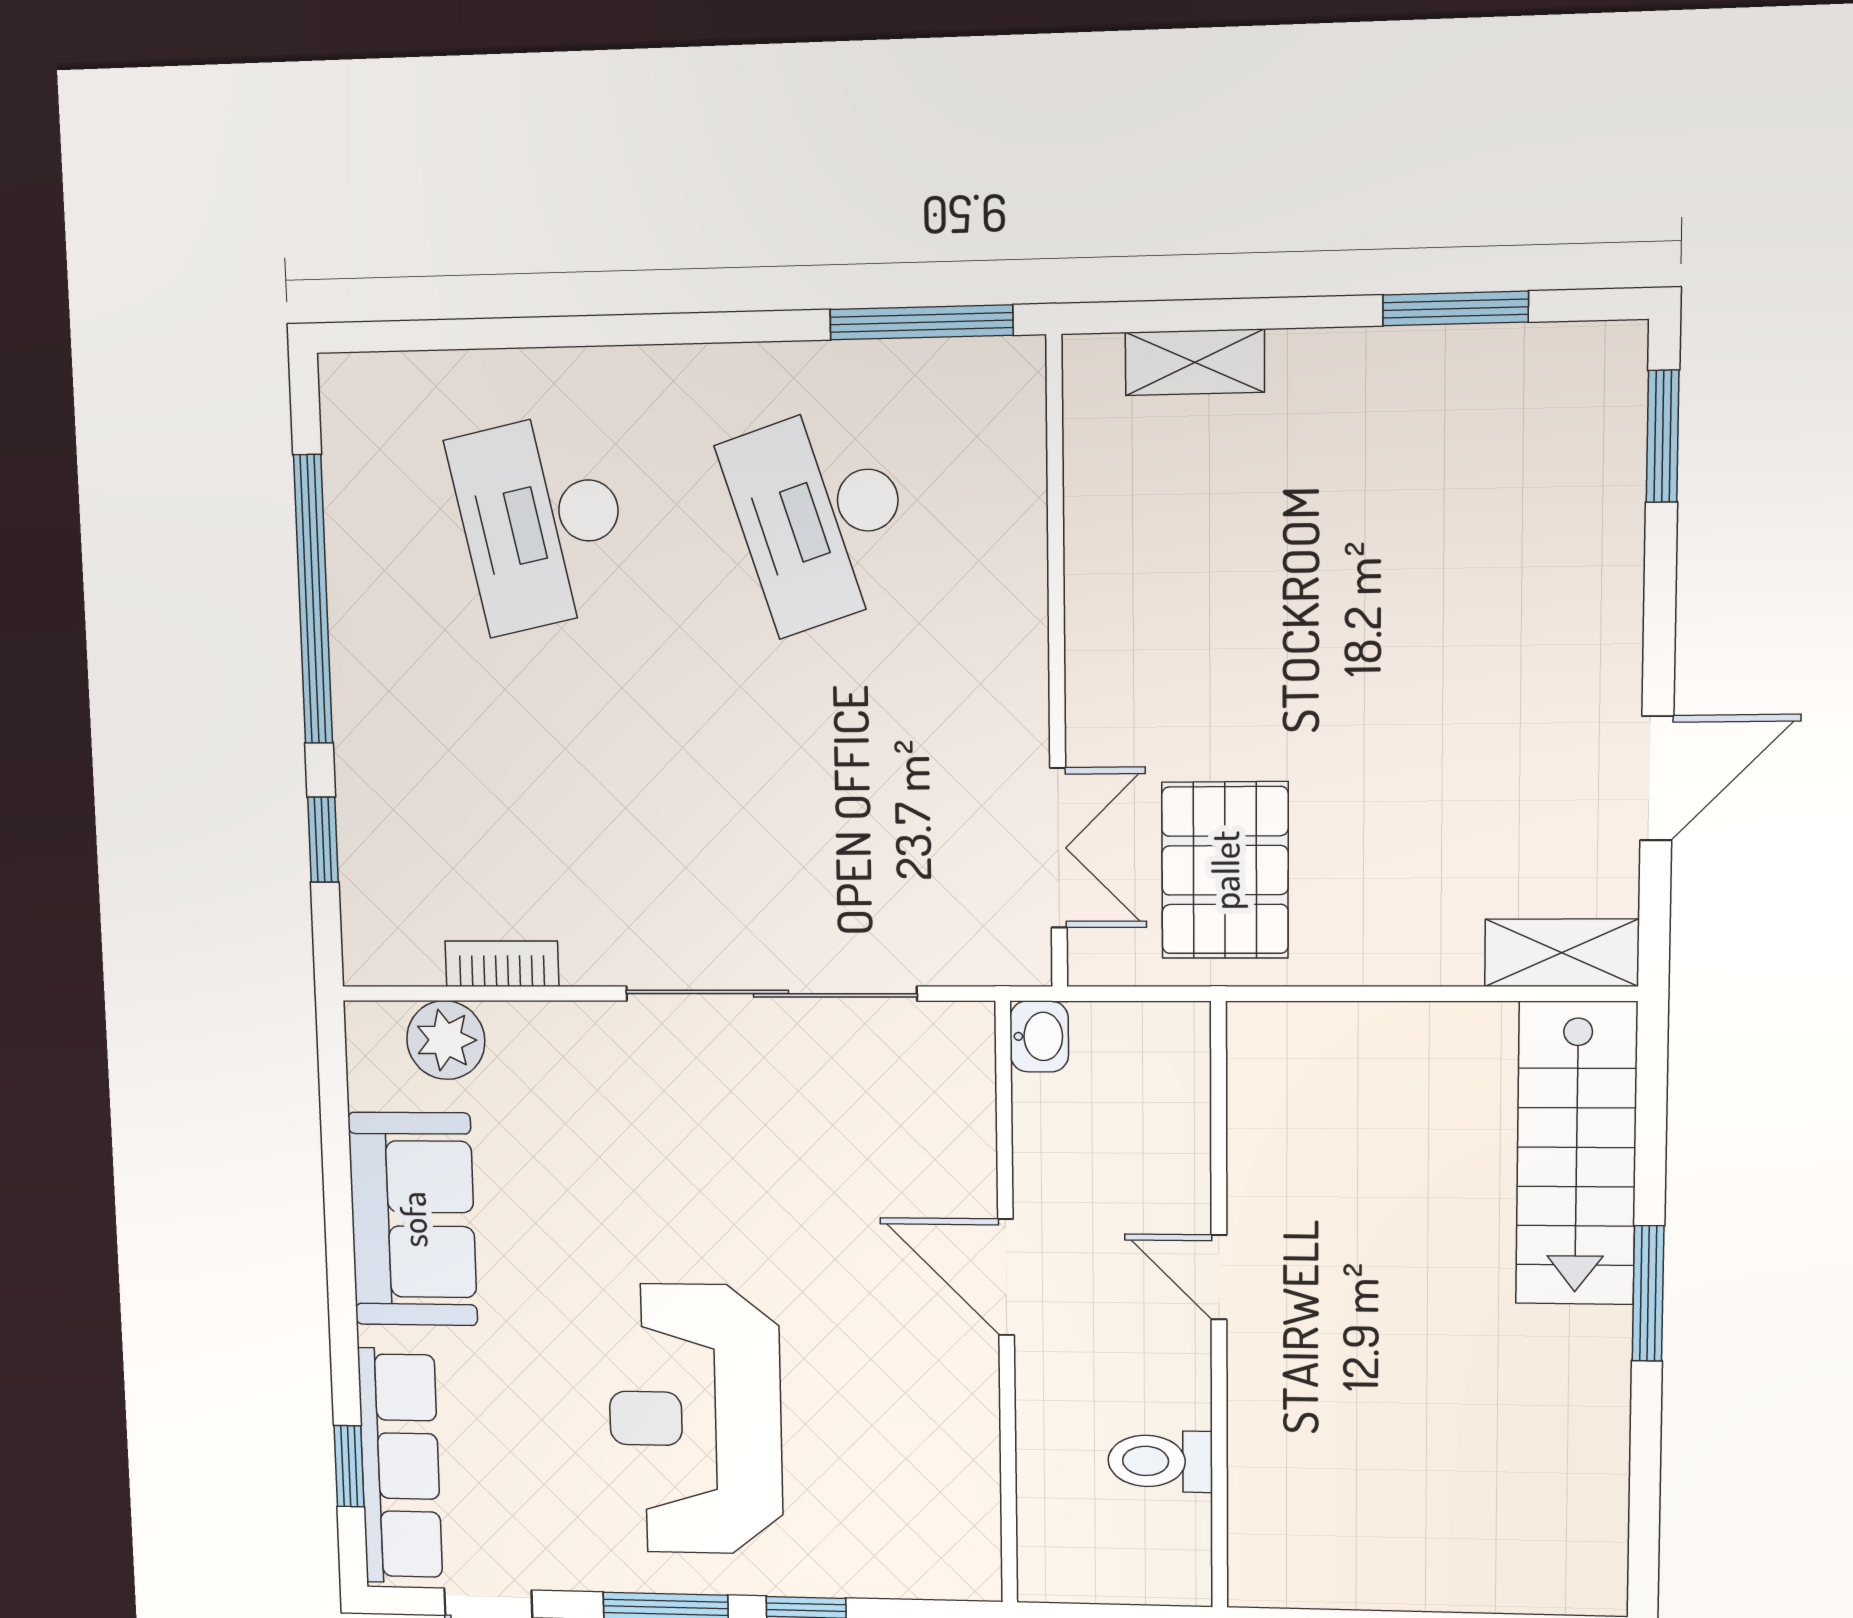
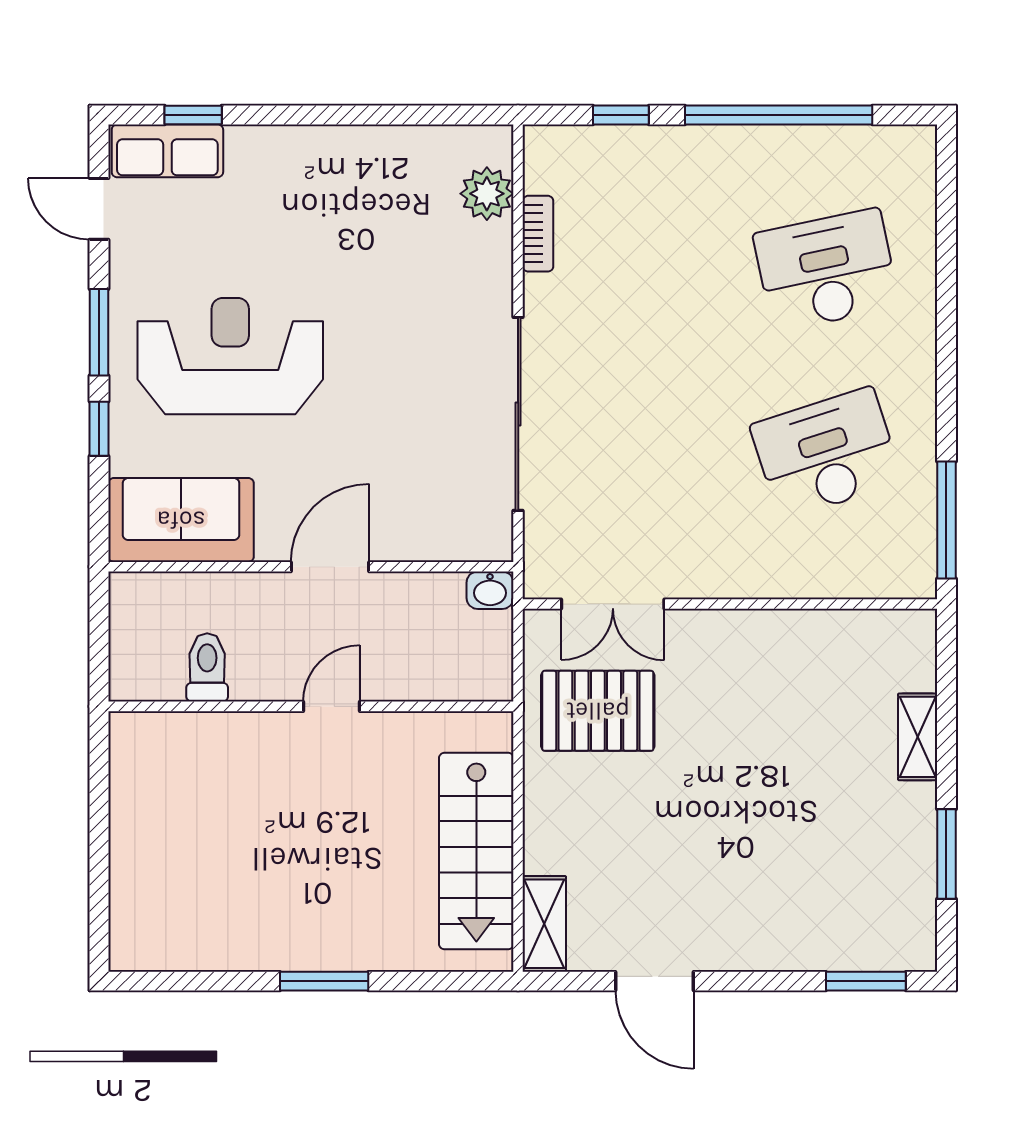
shelving: (1195, 362) -> (918, 737), moved
stairs: (1576, 1153) -> (476, 851), moved, turned -90
sofa: (413, 1219) -> (181, 520), moved, turned 180
row of seats: (400, 1466) -> (167, 151), width x0.68

